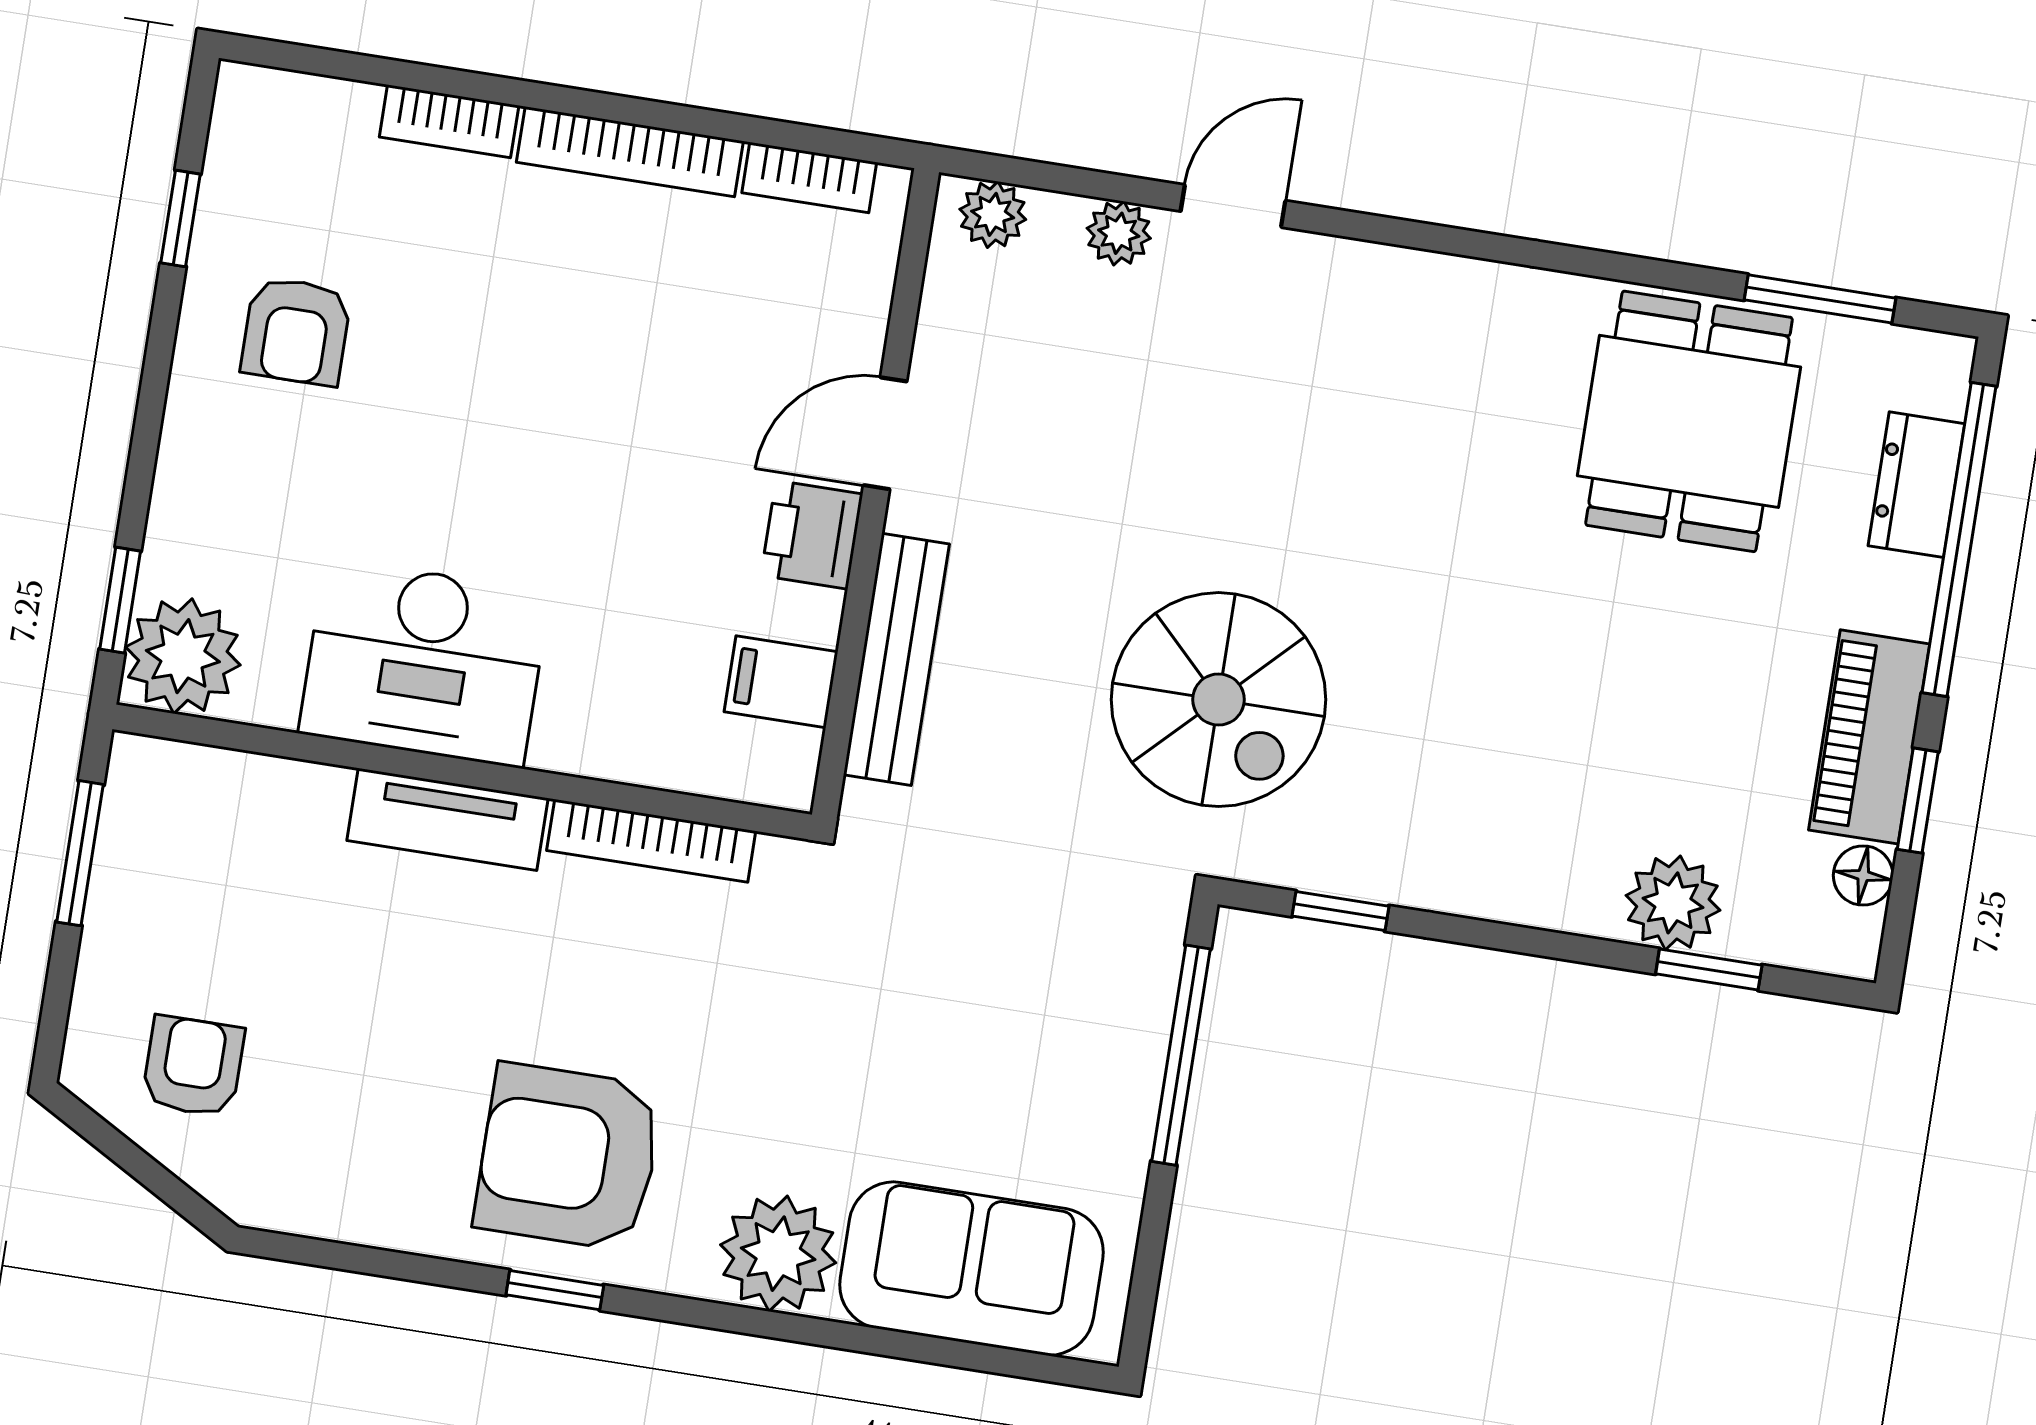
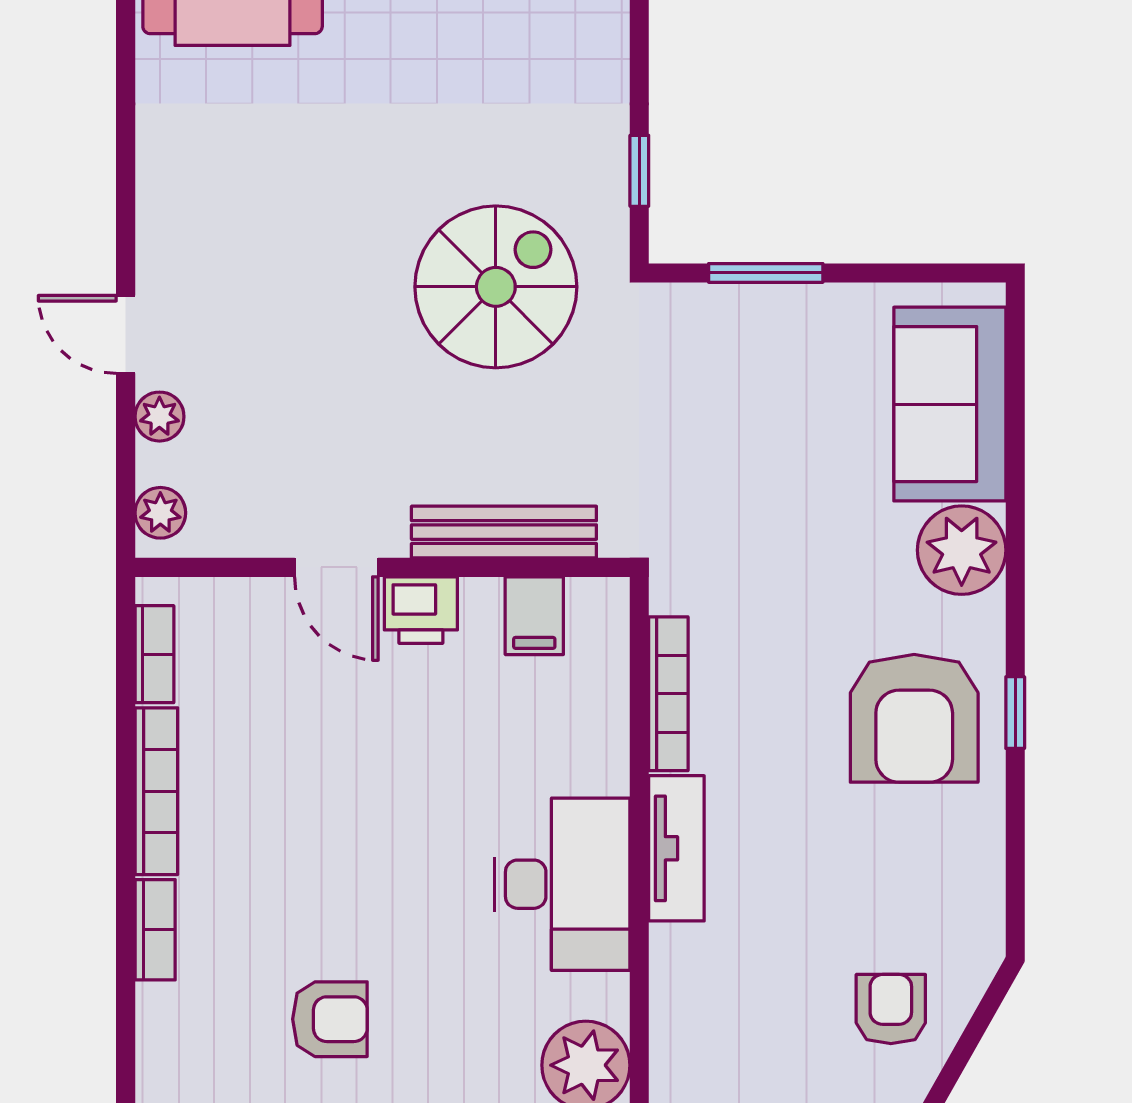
window: (1181, 1055) -> (766, 273), width x0.69
armchair: (193, 1066) -> (891, 1009), turned 90

